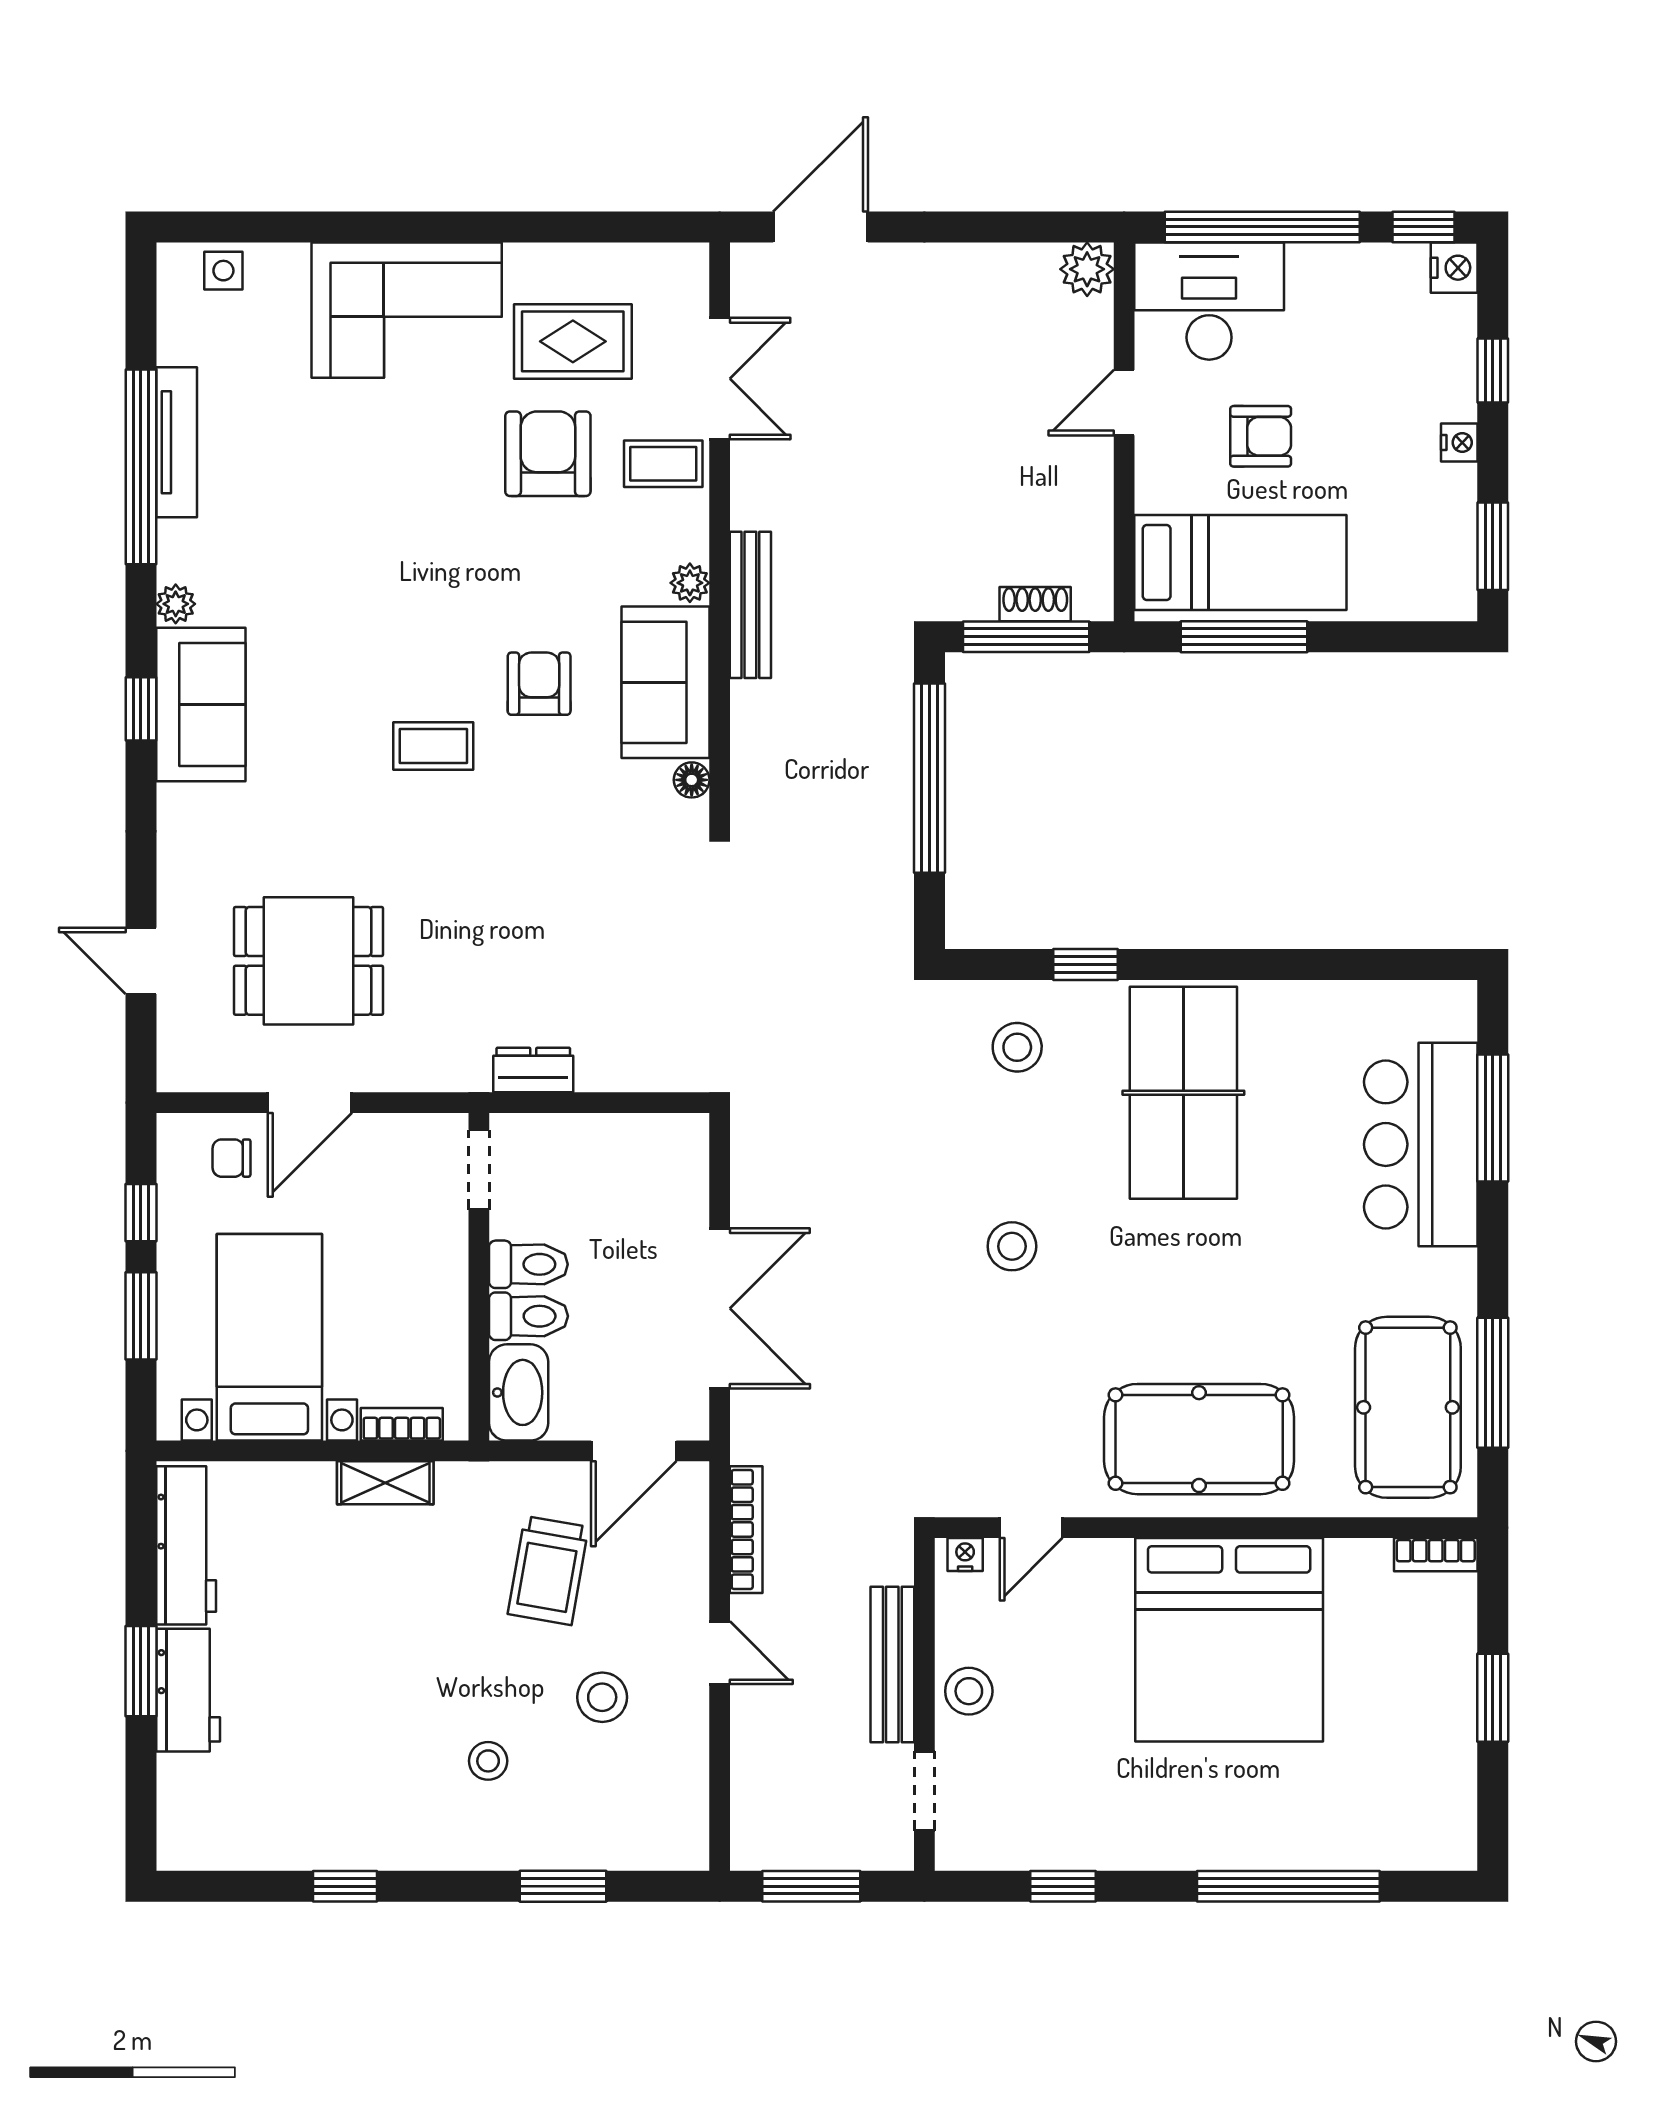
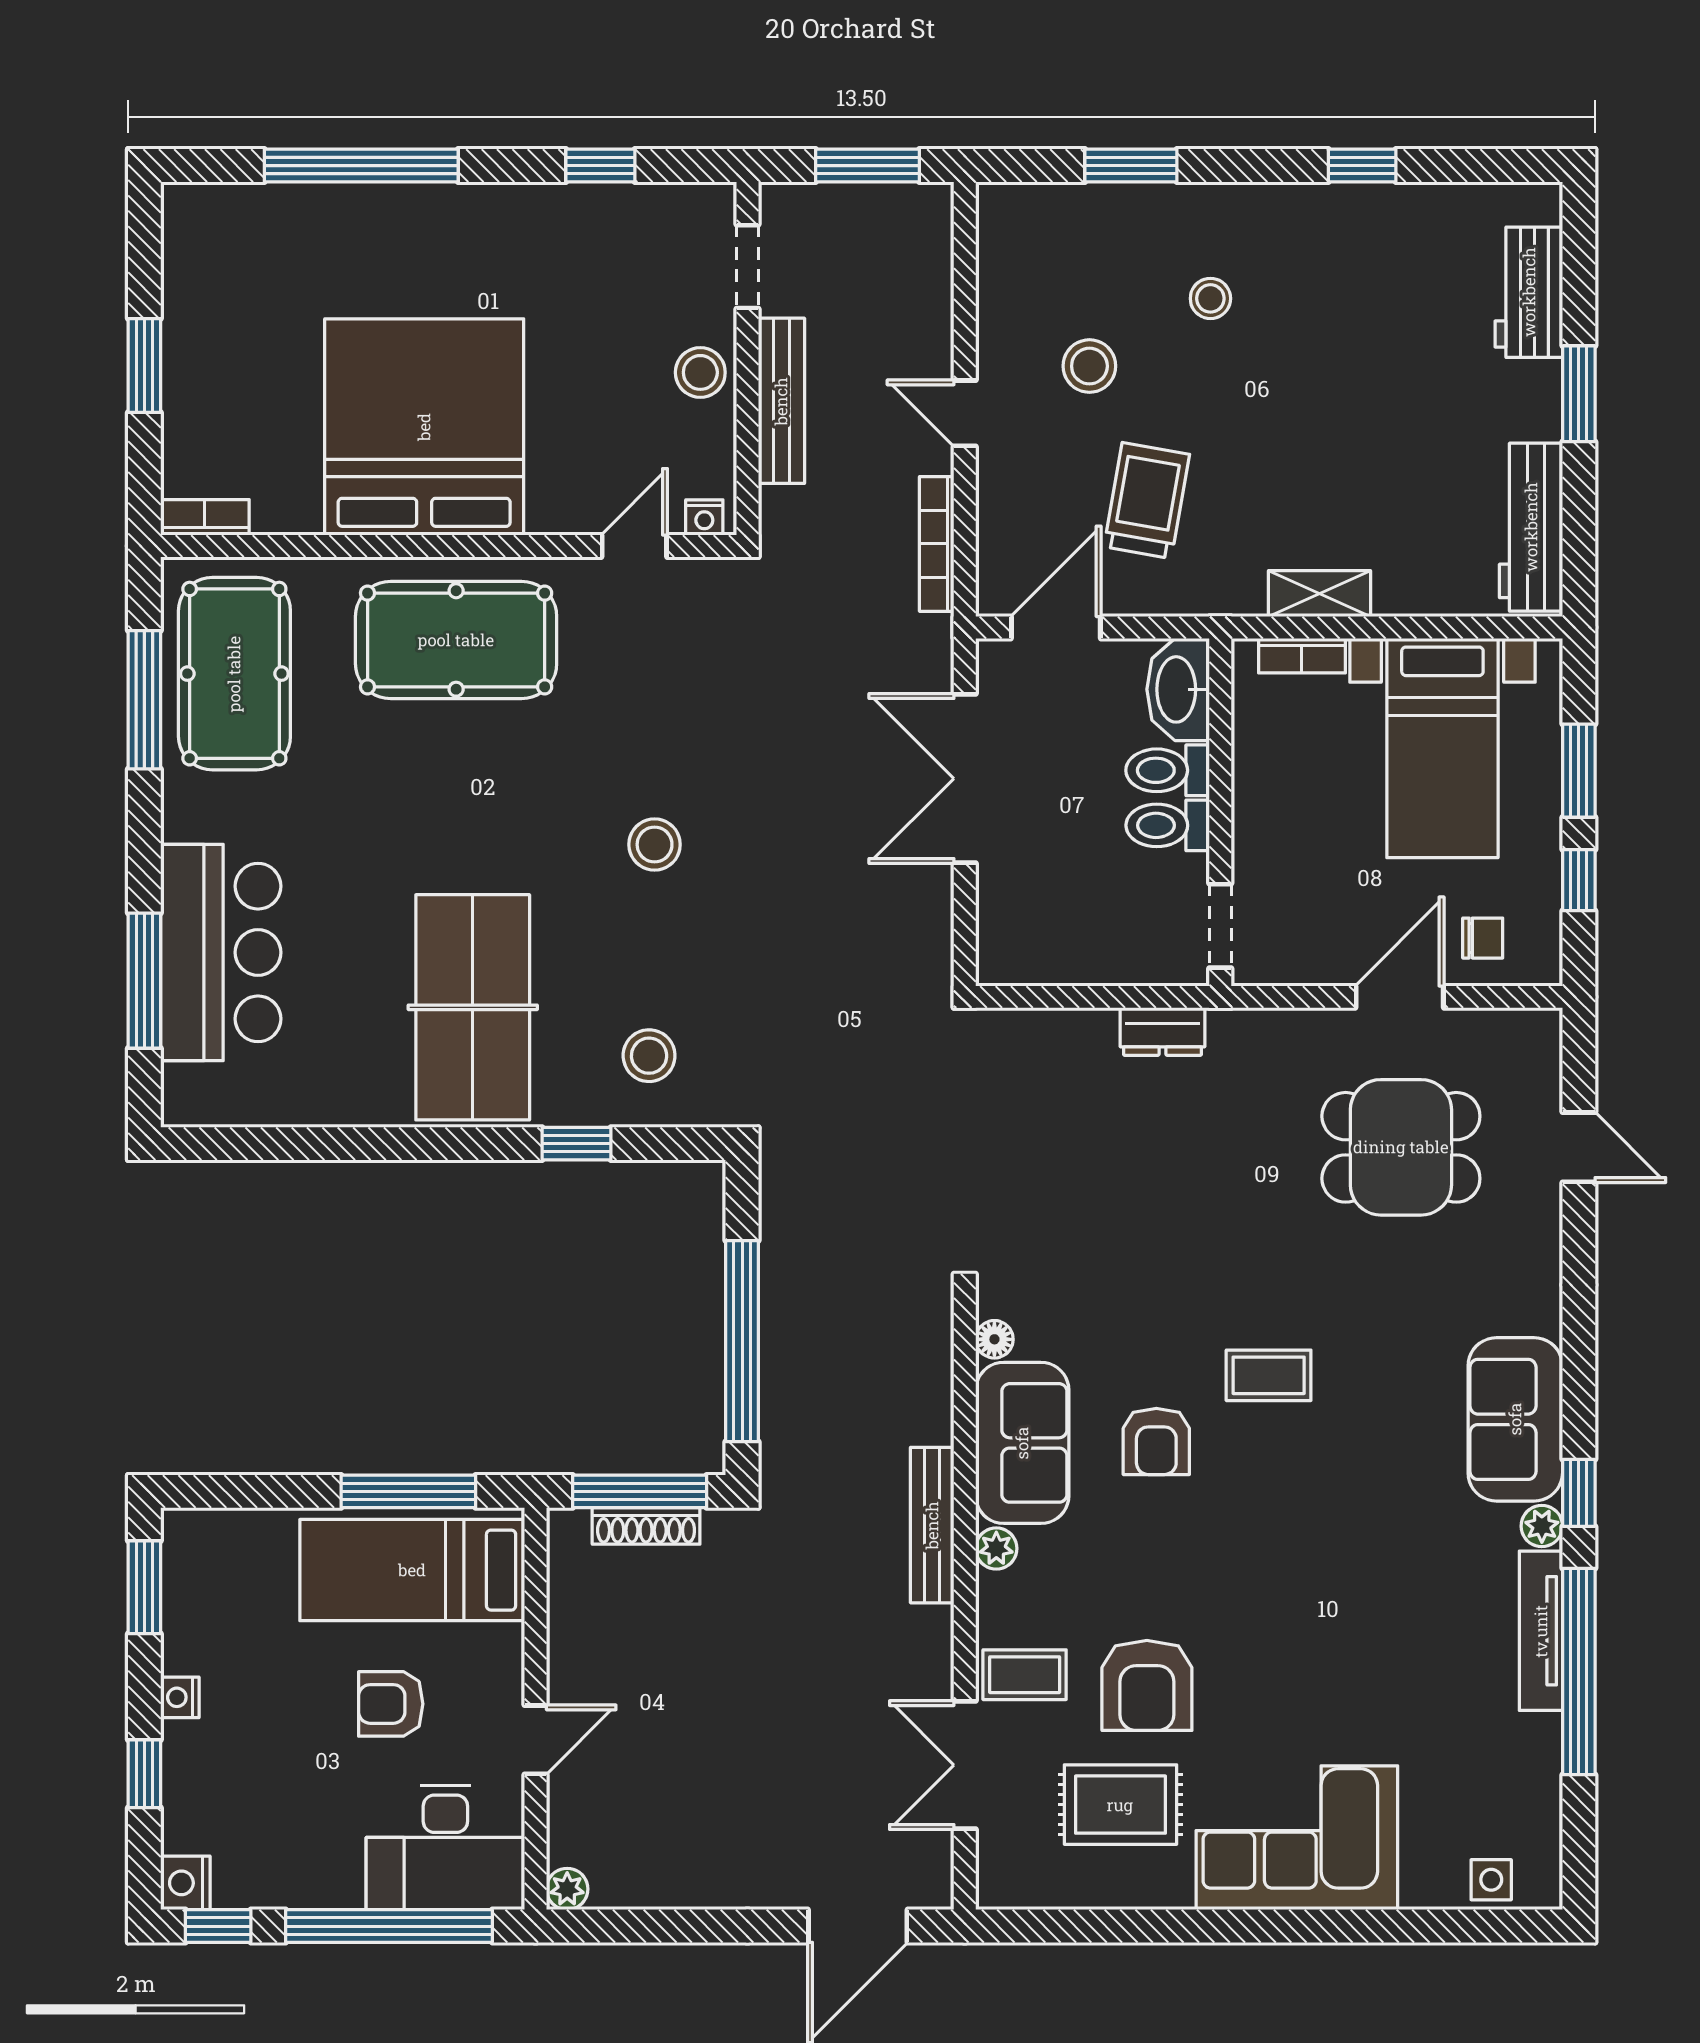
plant: (1087, 269) -> (567, 1889), width x0.73, depth x0.73
tv unit: (177, 442) -> (1541, 1631), moved
shoe rack: (1035, 604) -> (646, 1526), width x1.43
window: (141, 709) -> (1579, 1493), moved
workbench: (188, 1690) -> (1529, 292), moved

